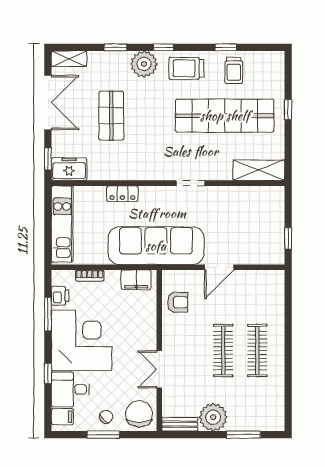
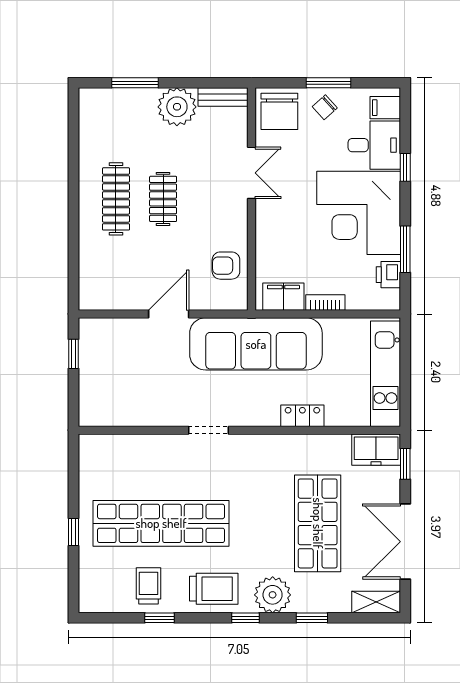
shop shelf: (111, 116) -> (318, 523), width x1.43, depth x1.36
shelving: (259, 170) -> (114, 448), removed
bookcase: (90, 276) -> (325, 303), moved
clothes rail: (223, 350) -> (163, 199), width x0.73

